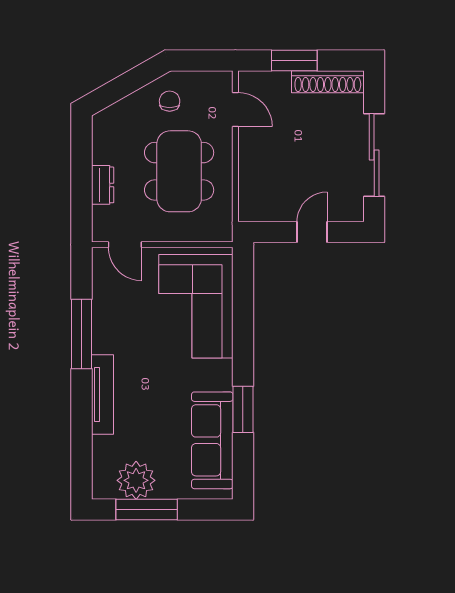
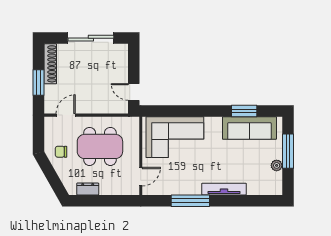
dresser: (103, 185) -> (88, 189), moved
door: (312, 232) -> (134, 92), moved
window: (243, 409) -> (244, 111), moved
plant: (136, 480) -> (277, 165), width x0.53, depth x0.53
window: (147, 510) -> (288, 151), moved

